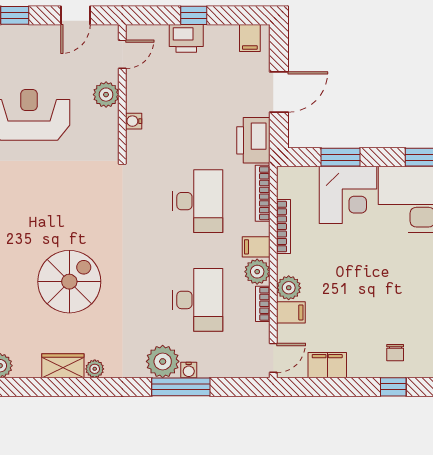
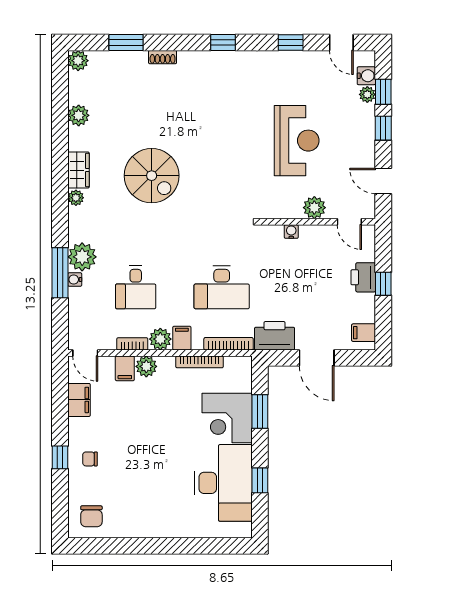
desk: (198, 300) -> (136, 287), width x0.73

